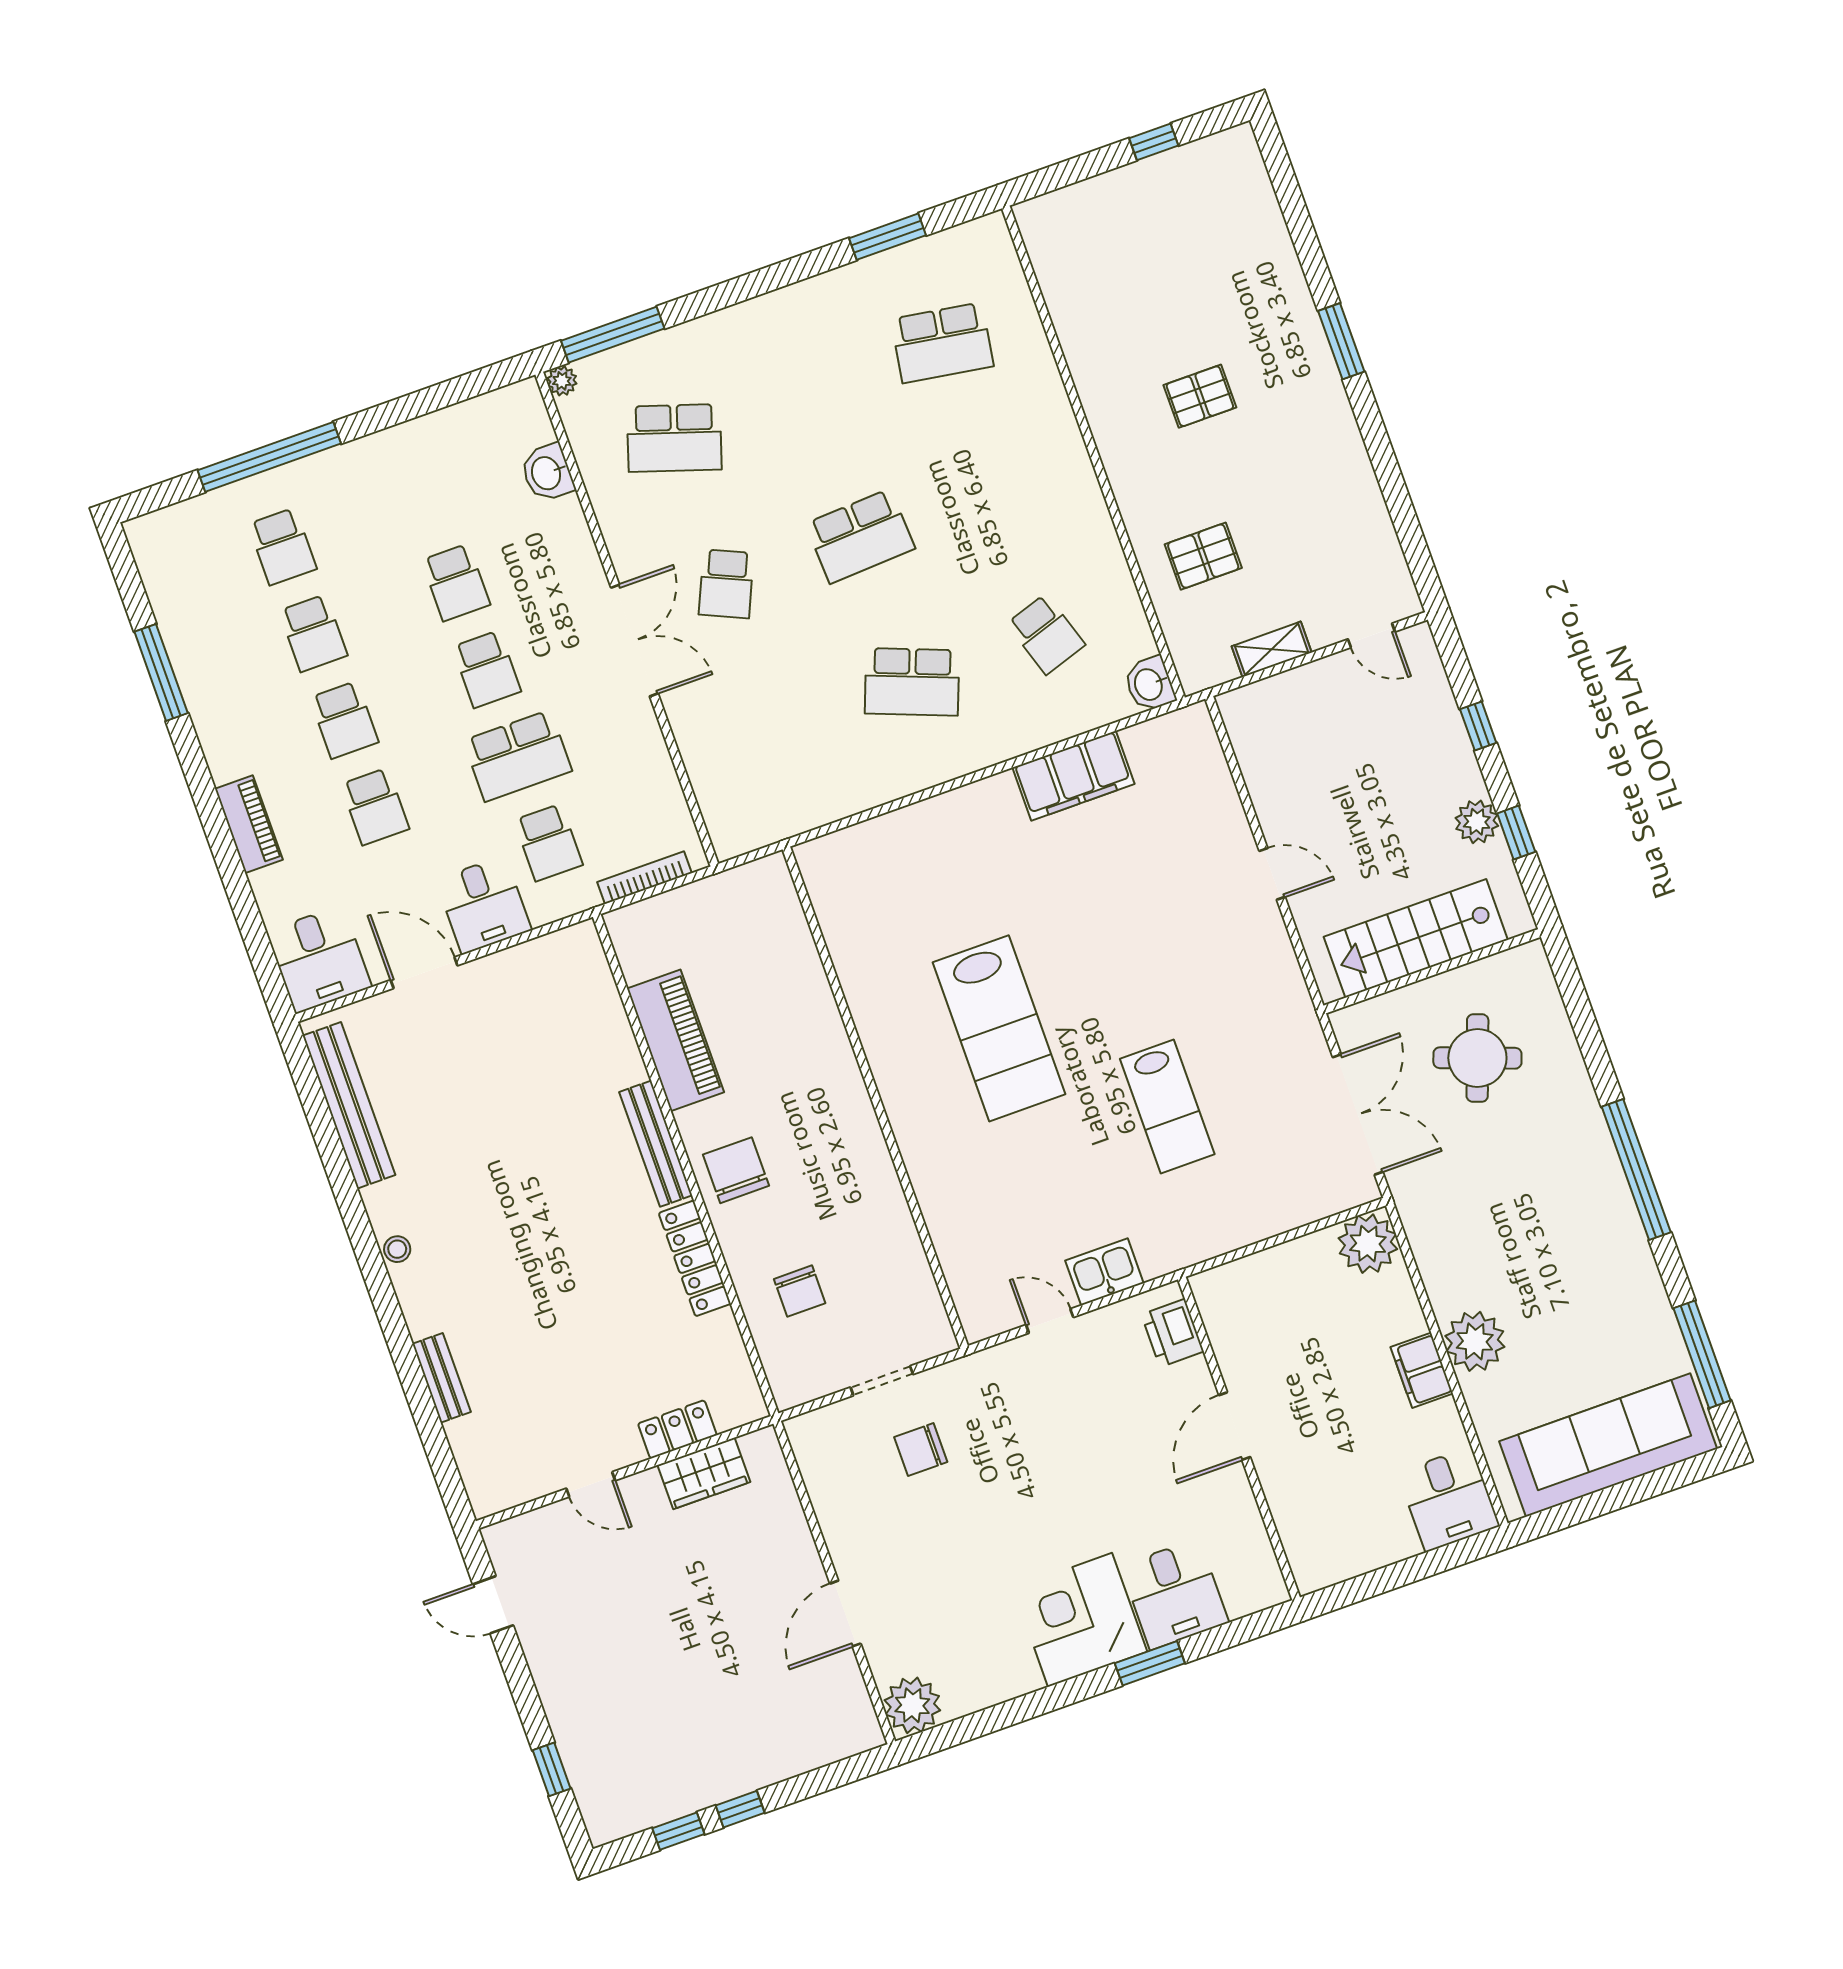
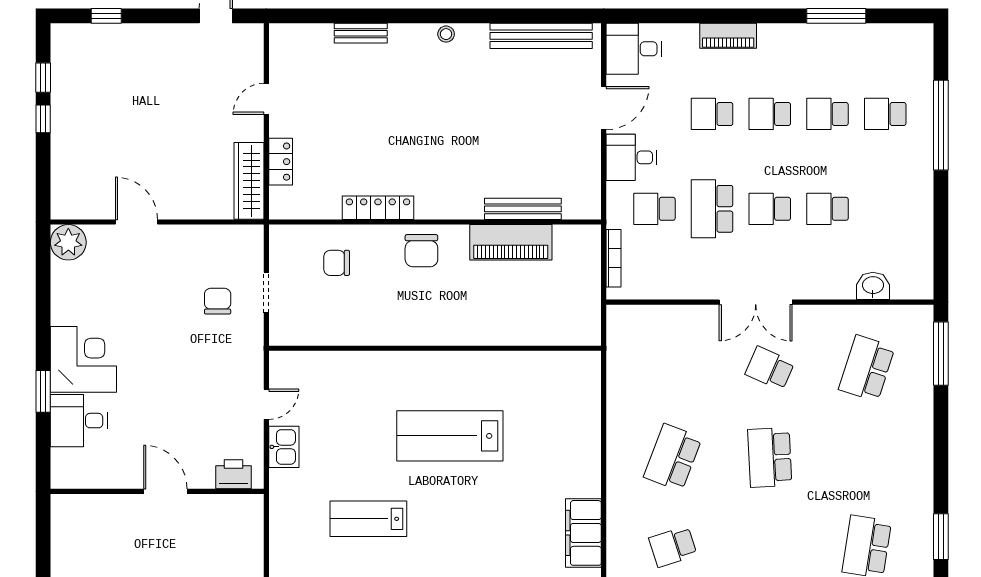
plant: (562, 381) -> (924, 314), removed
bench: (656, 1144) -> (523, 209), moved
chair: (736, 1170) -> (421, 251), turned 90
wardrobe: (704, 1473) -> (249, 181), width x1.50

